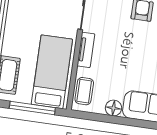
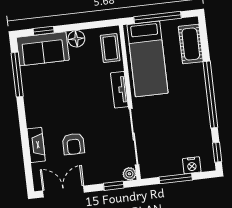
window: (142, 124) -> (44, 31), added

